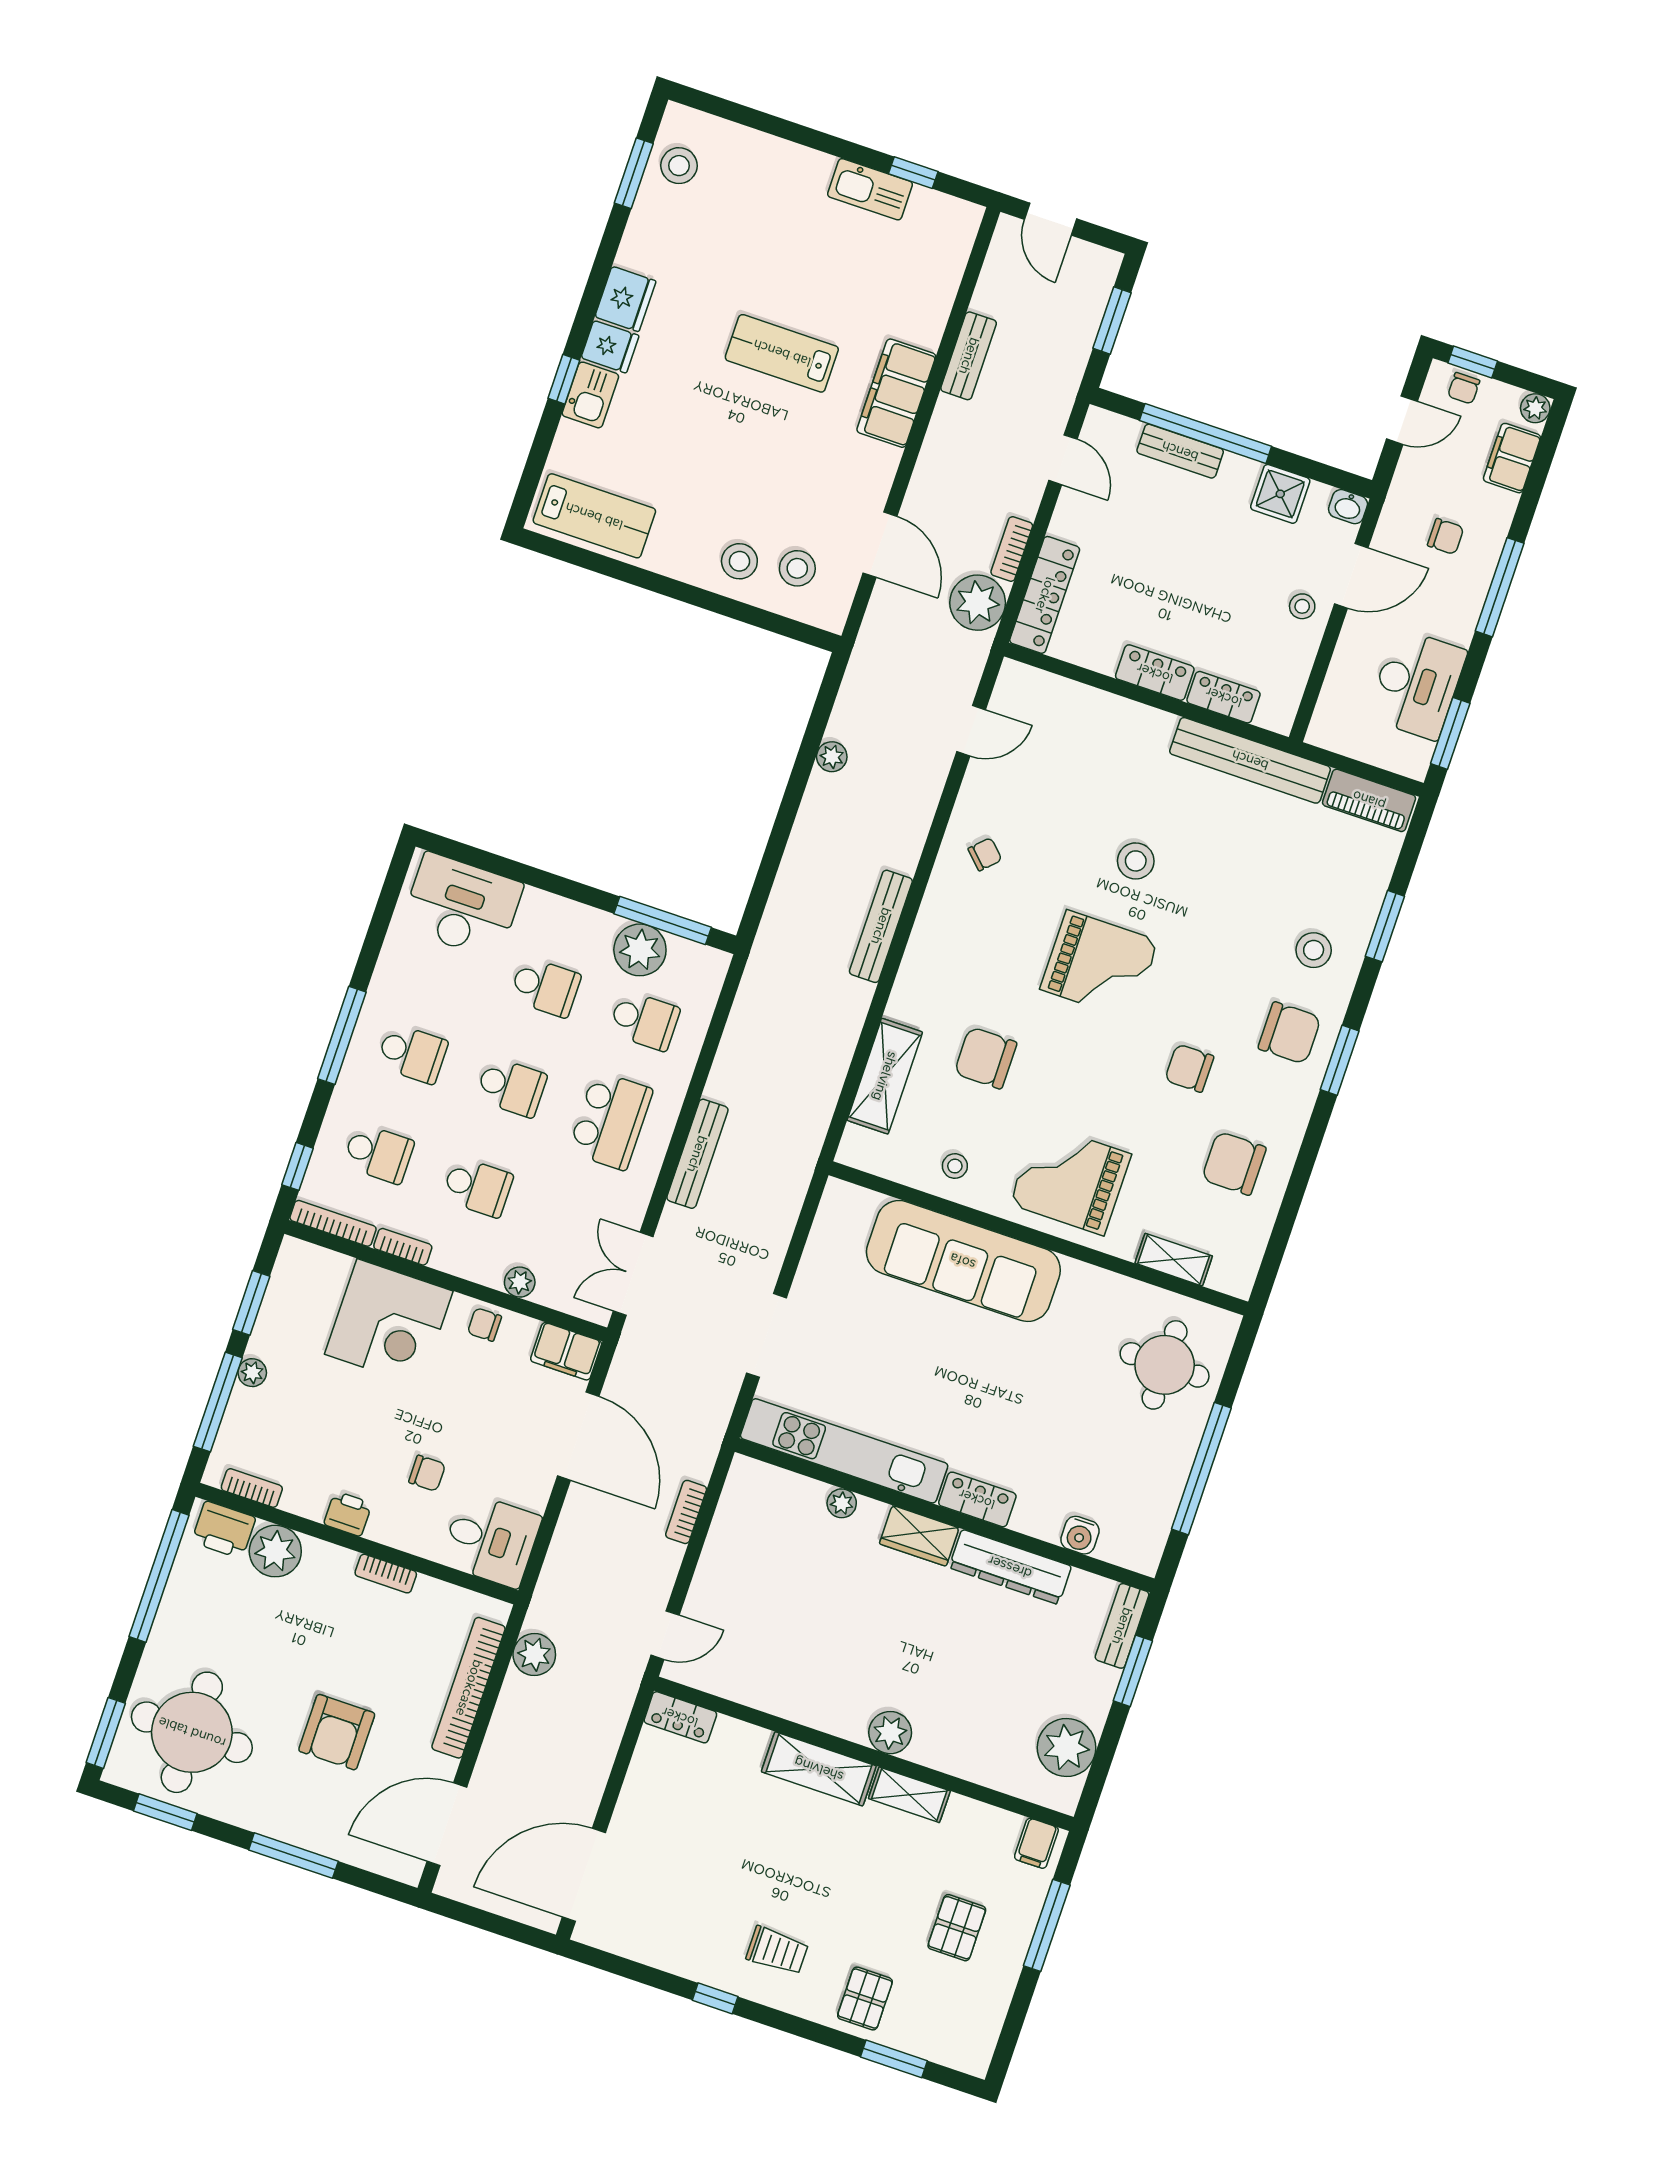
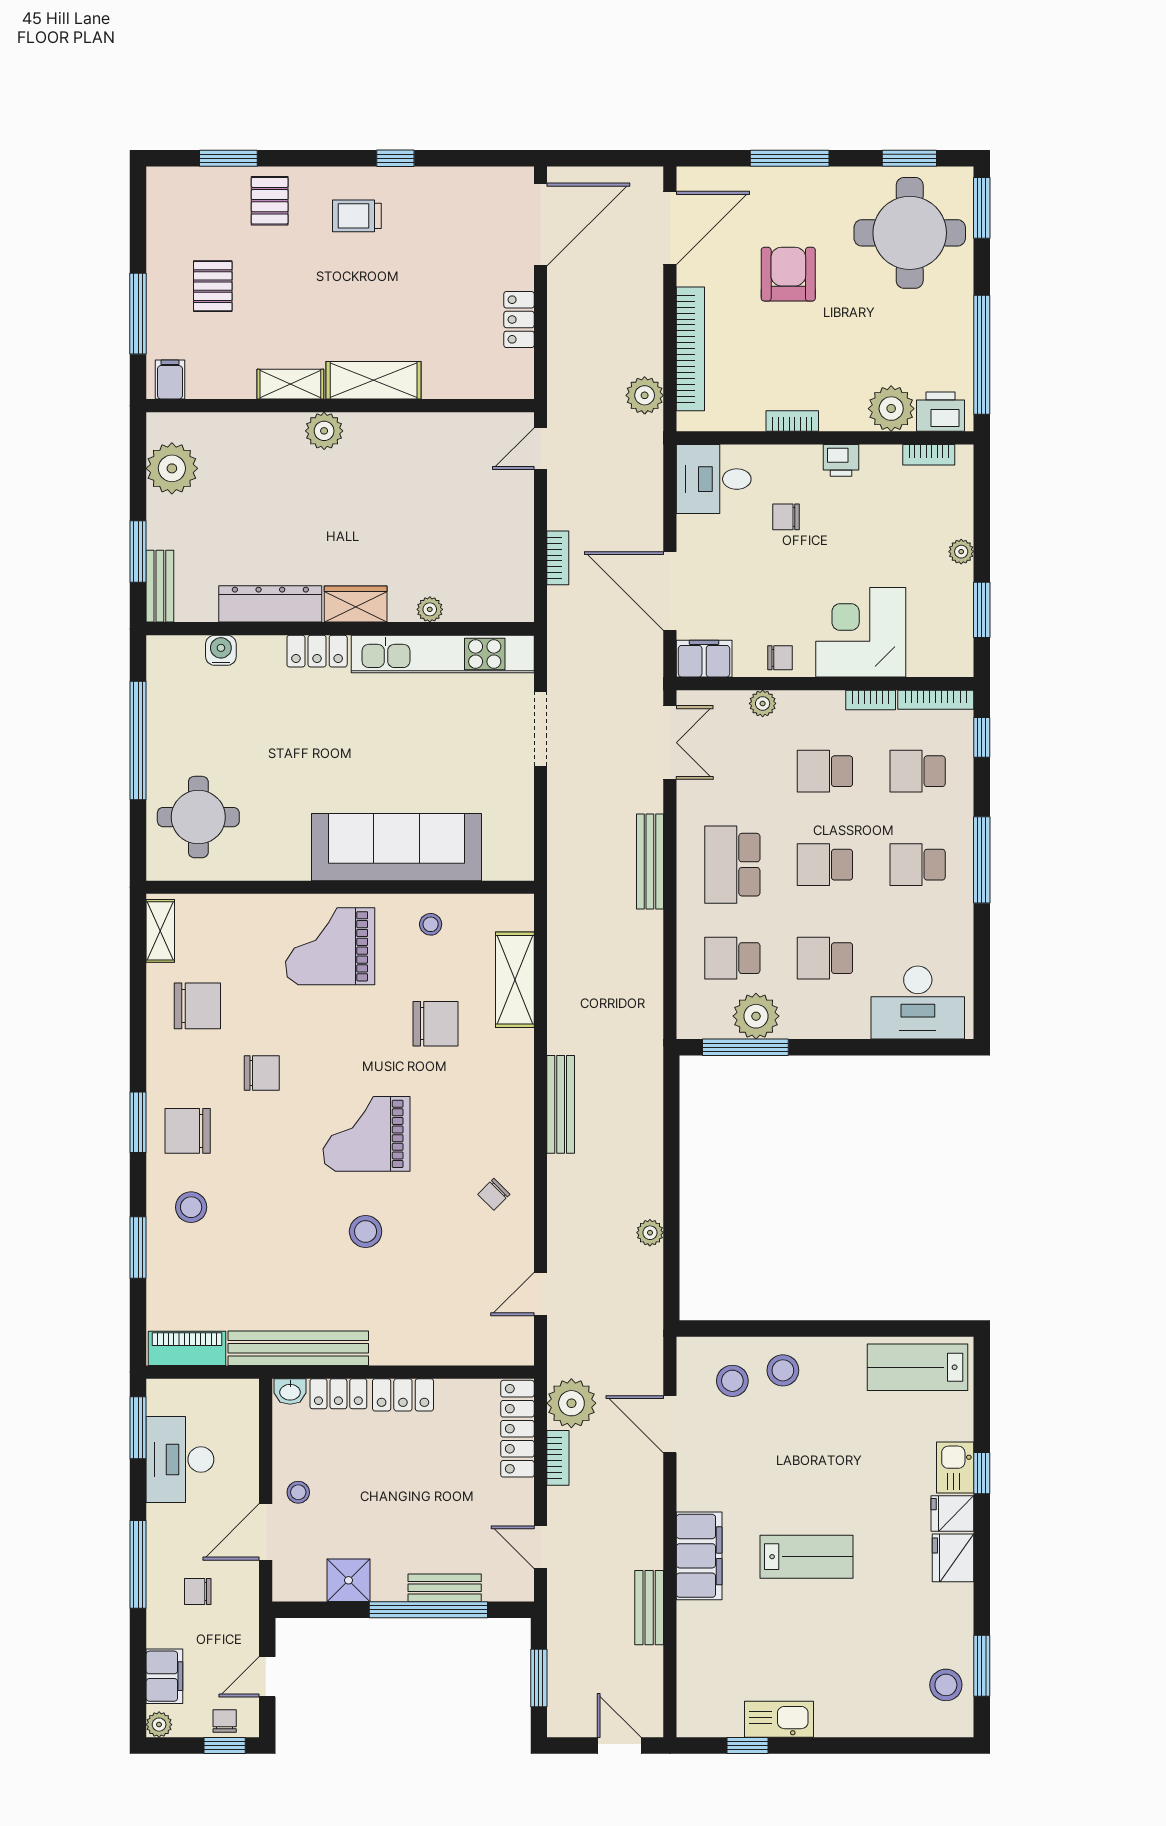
washbasin: (1348, 507) -> (290, 1391), moved, turned 180
grand piano: (1070, 1179) -> (330, 946), turned 180
shelving: (1174, 1260) -> (160, 931), moved, turned 90
window: (218, 1402) -> (982, 517), removed
locker: (680, 1717) -> (519, 320), moved, turned -90

